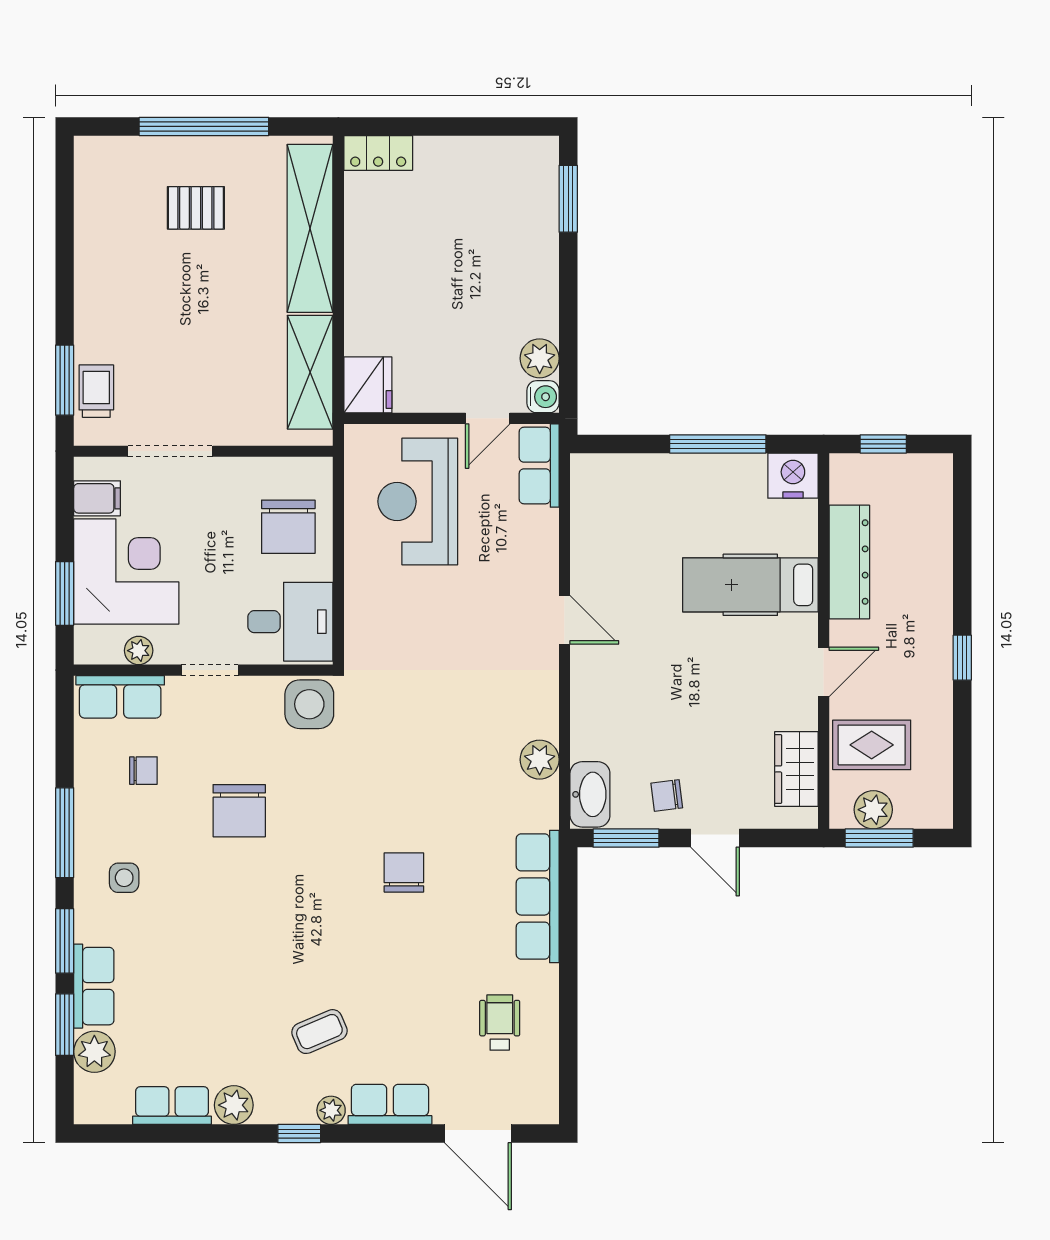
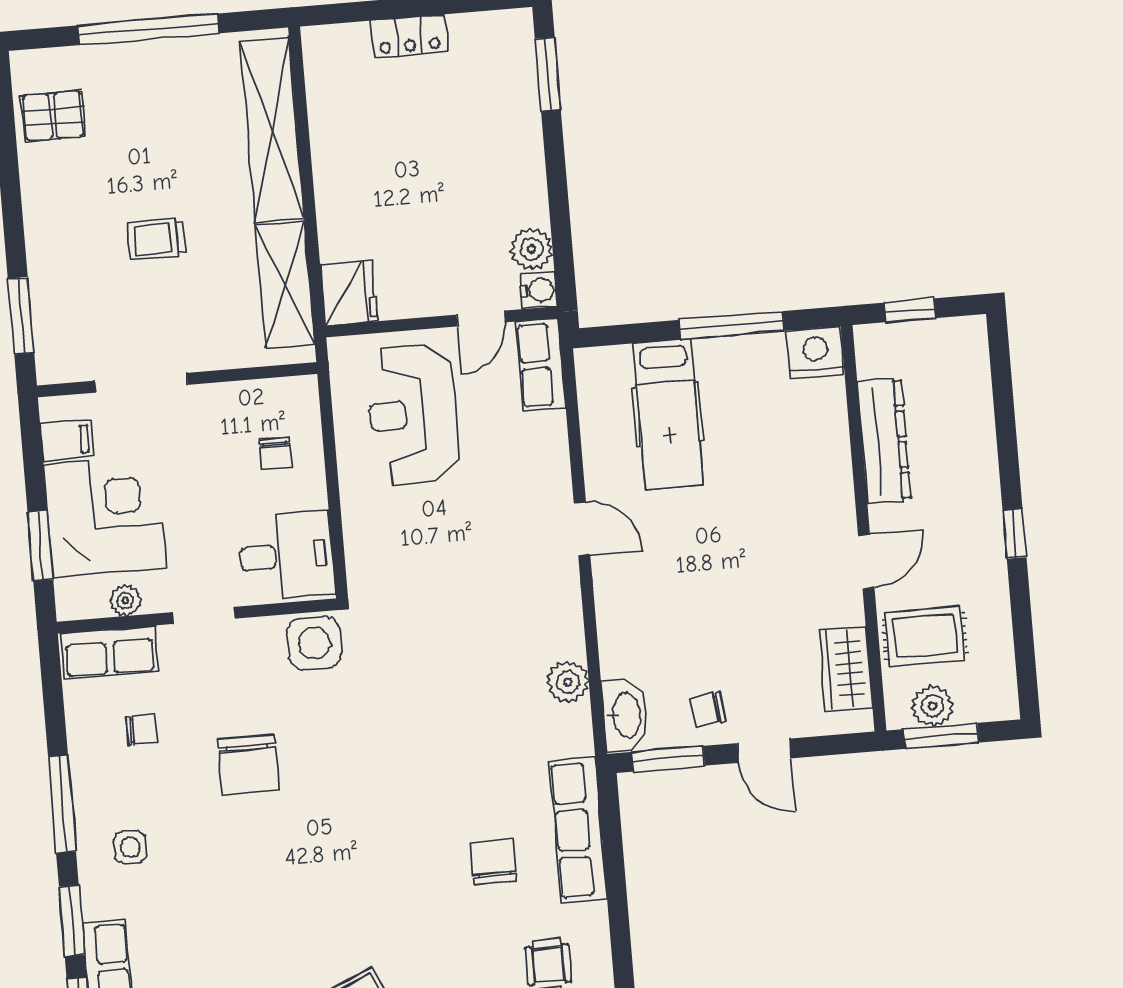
locker: (378, 153) -> (409, 36), moved
pallet: (196, 208) -> (53, 116), moved
trolley: (96, 391) -> (157, 239), moved, turned -90
chair: (288, 527) -> (276, 454), width x0.54, depth x0.54
hospital bed: (750, 585) -> (668, 414), moved, turned -90
chair: (404, 872) -> (493, 862), moved

